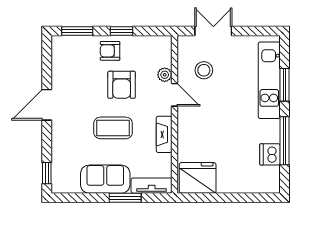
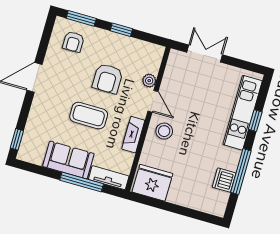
armchair: (110, 51) -> (73, 42), moved, turned -90
stool: (204, 70) -> (164, 131), moved
window: (285, 85) -> (255, 121), width x0.67
window: (125, 198) -> (82, 182), width x1.44

